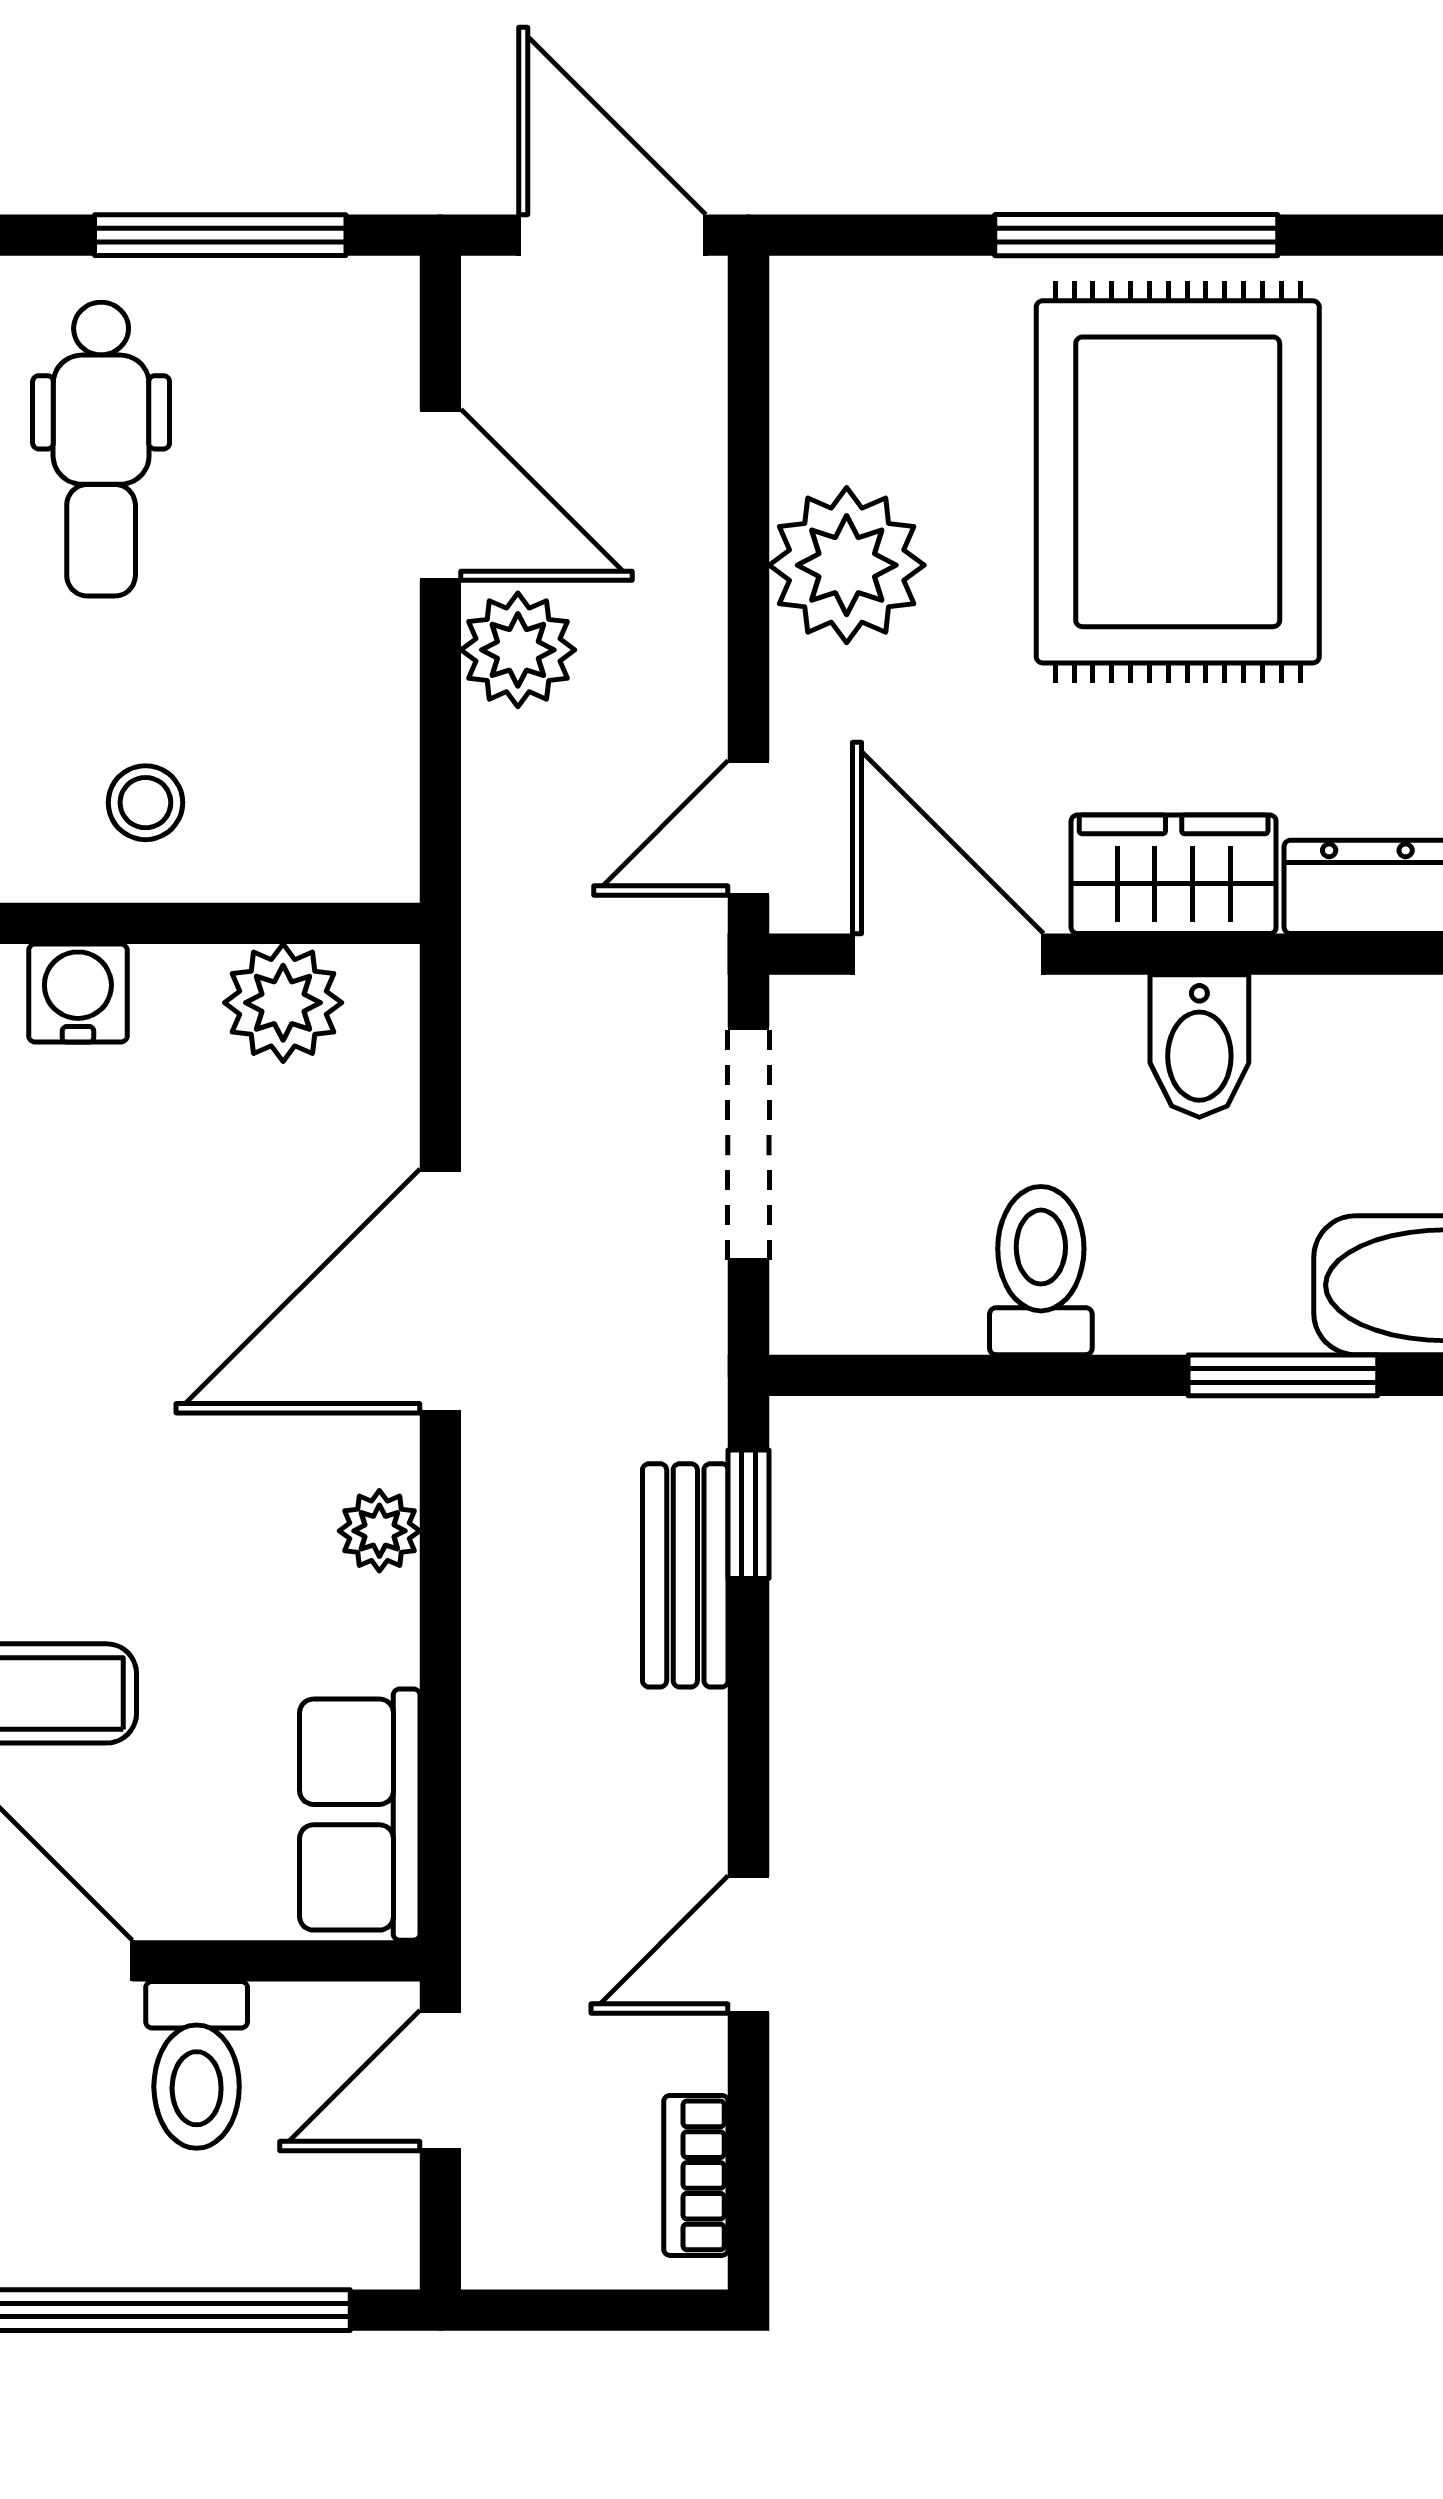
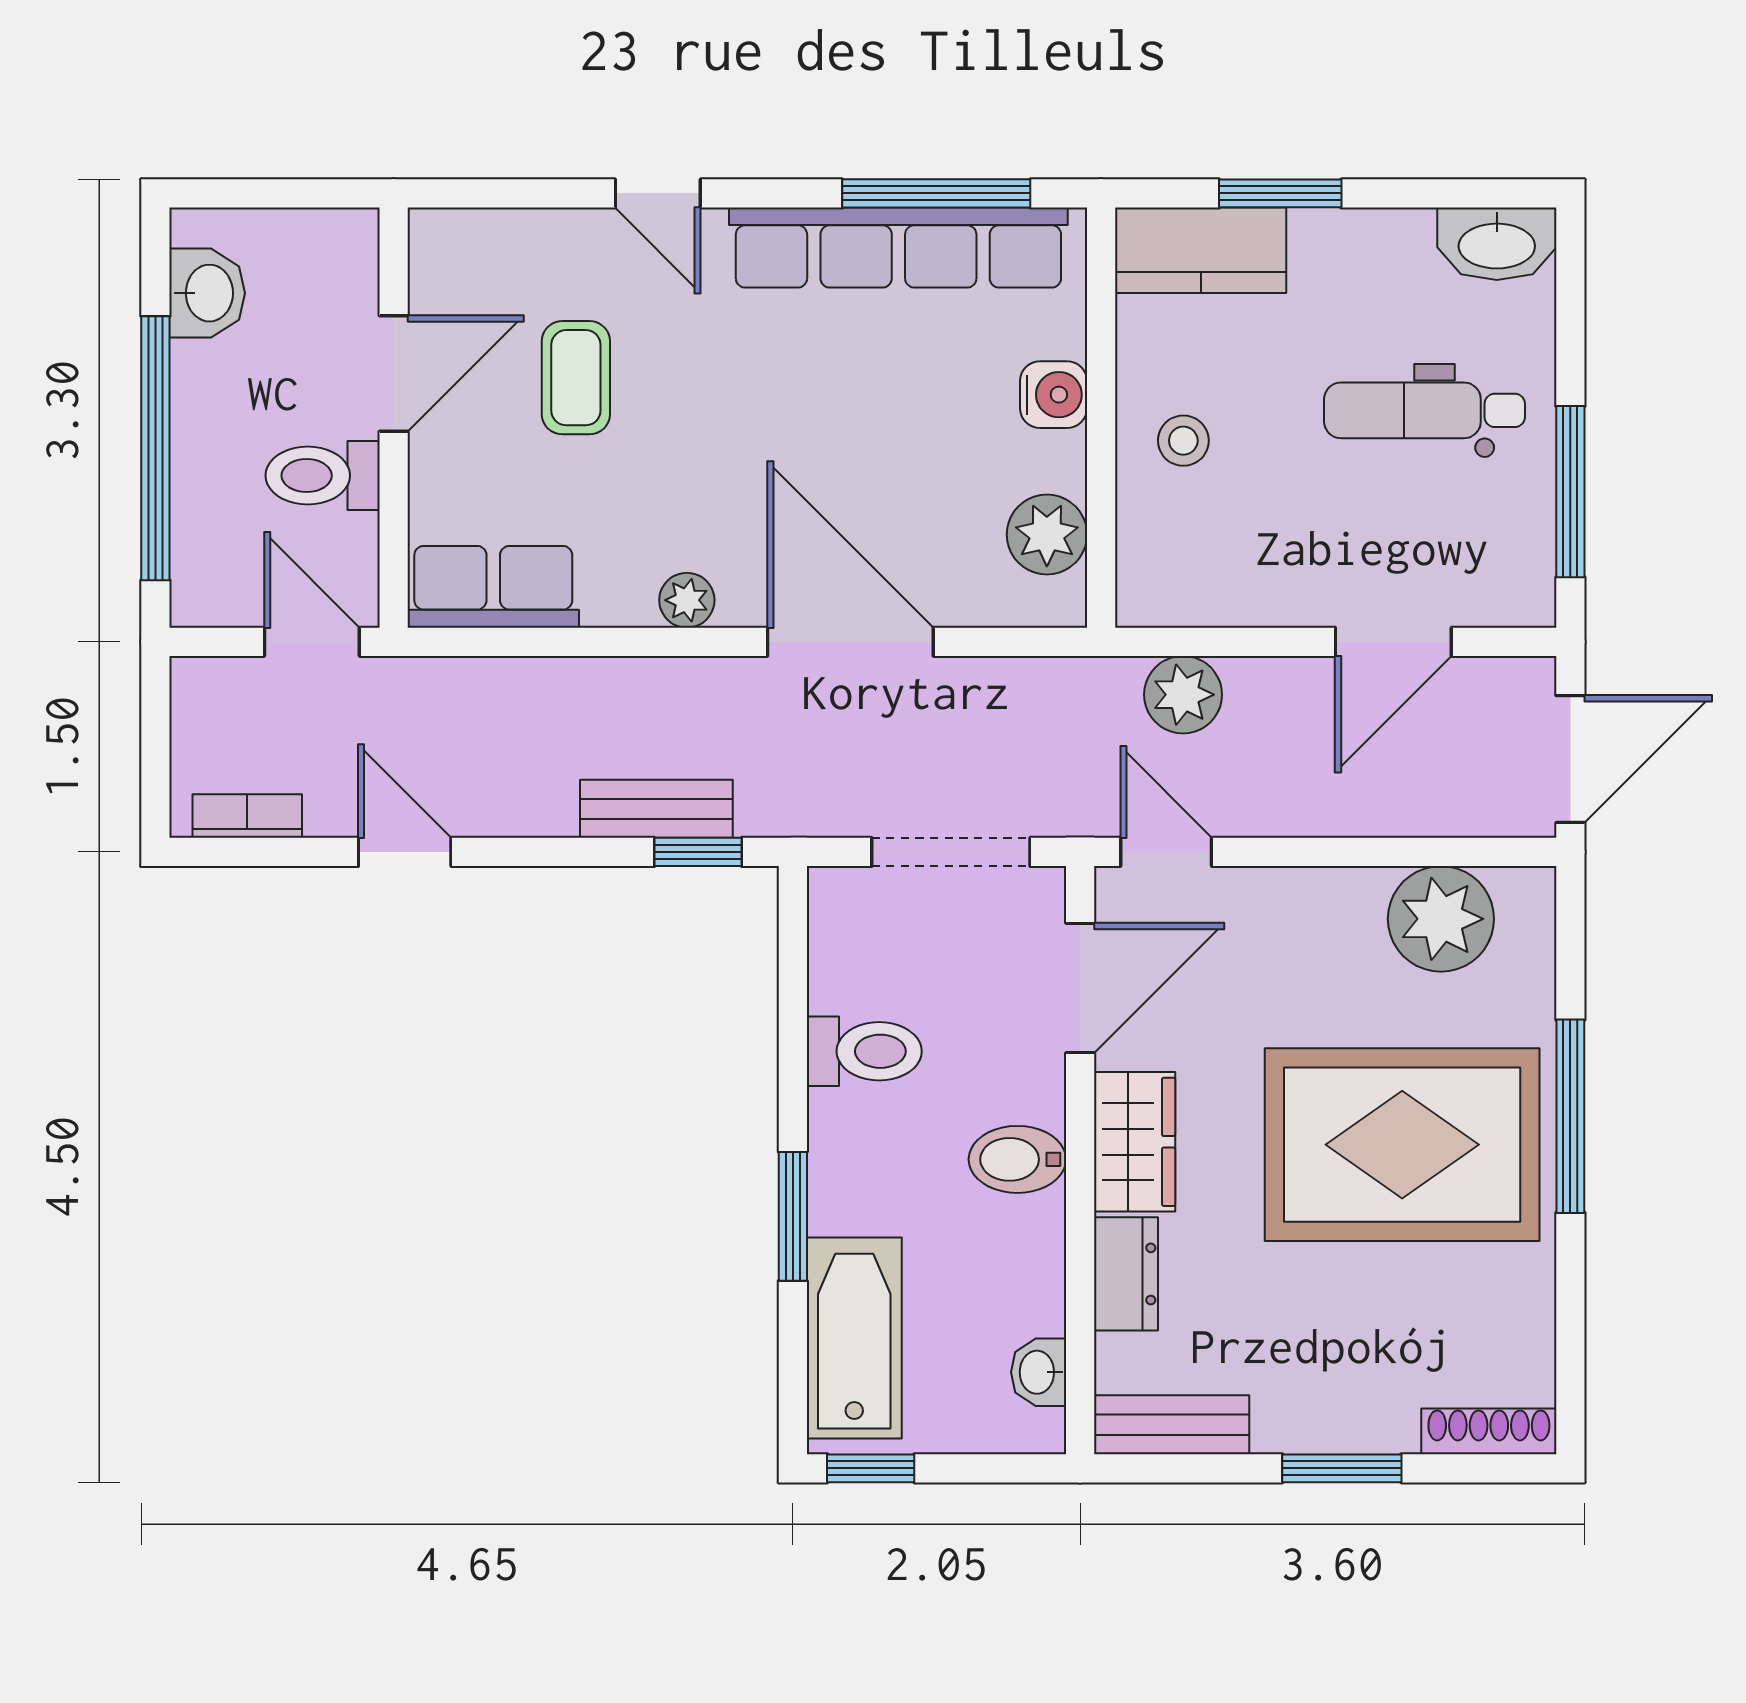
plant: (847, 565) -> (1441, 919), moved
plant: (518, 650) -> (1183, 695), moved

